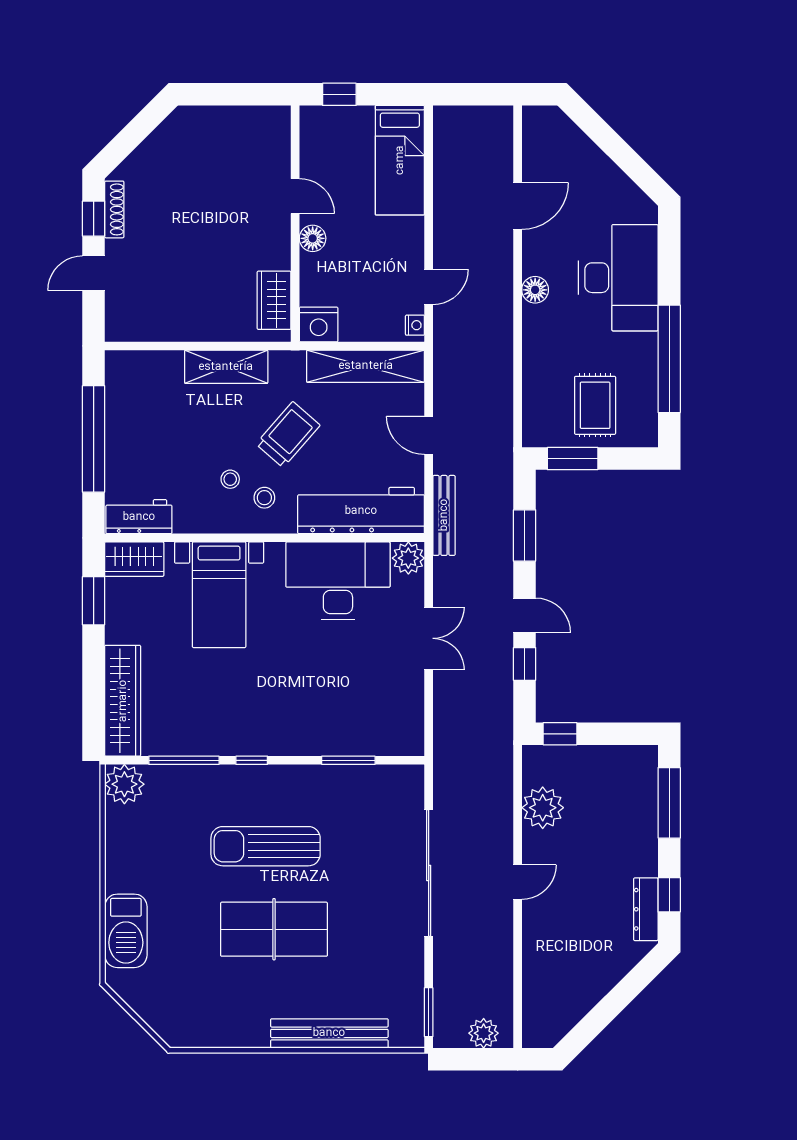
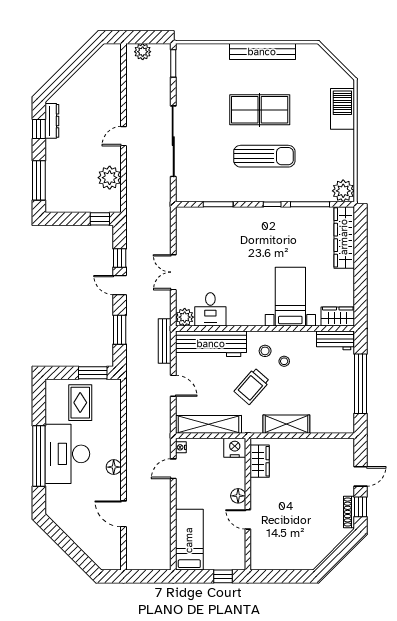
door: (518, 206) -> (124, 514), hinge flipped
desk: (618, 278) -> (67, 454), moved
window: (669, 359) -> (39, 456), moved
desk: (338, 581) -> (210, 309), width x0.53, depth x0.77
window: (94, 601) -> (360, 293), removed
bench: (329, 1033) -> (262, 52), moved

